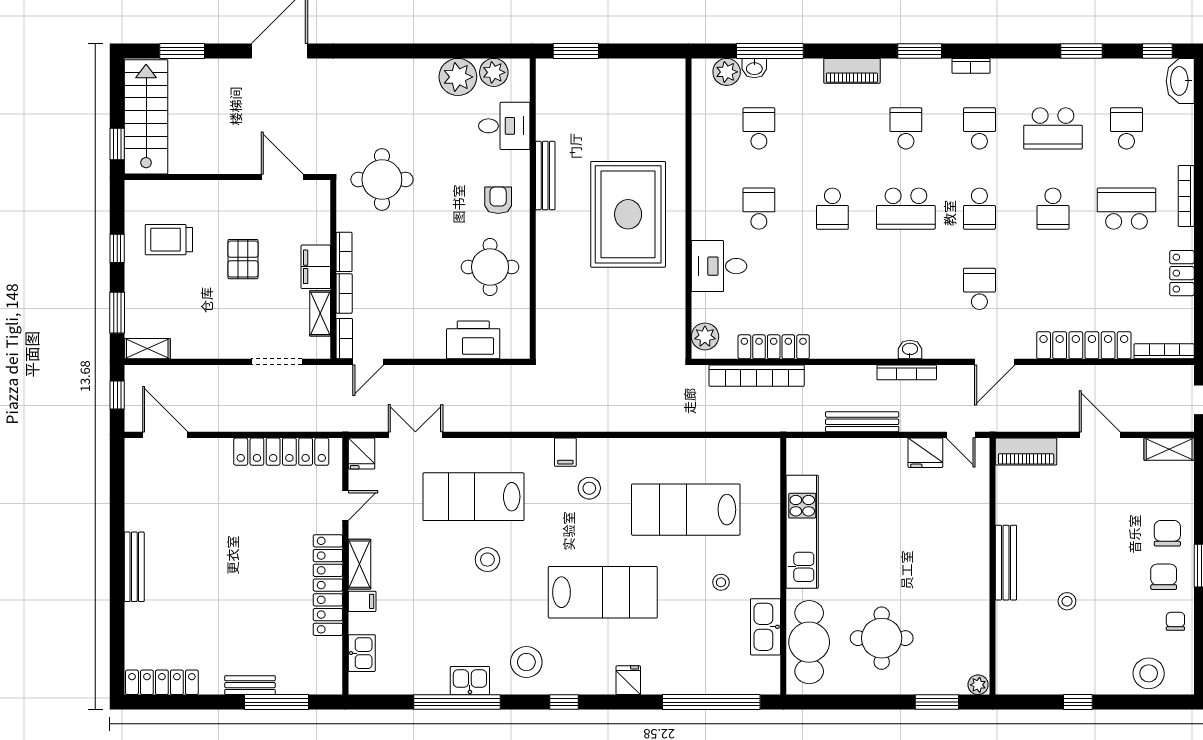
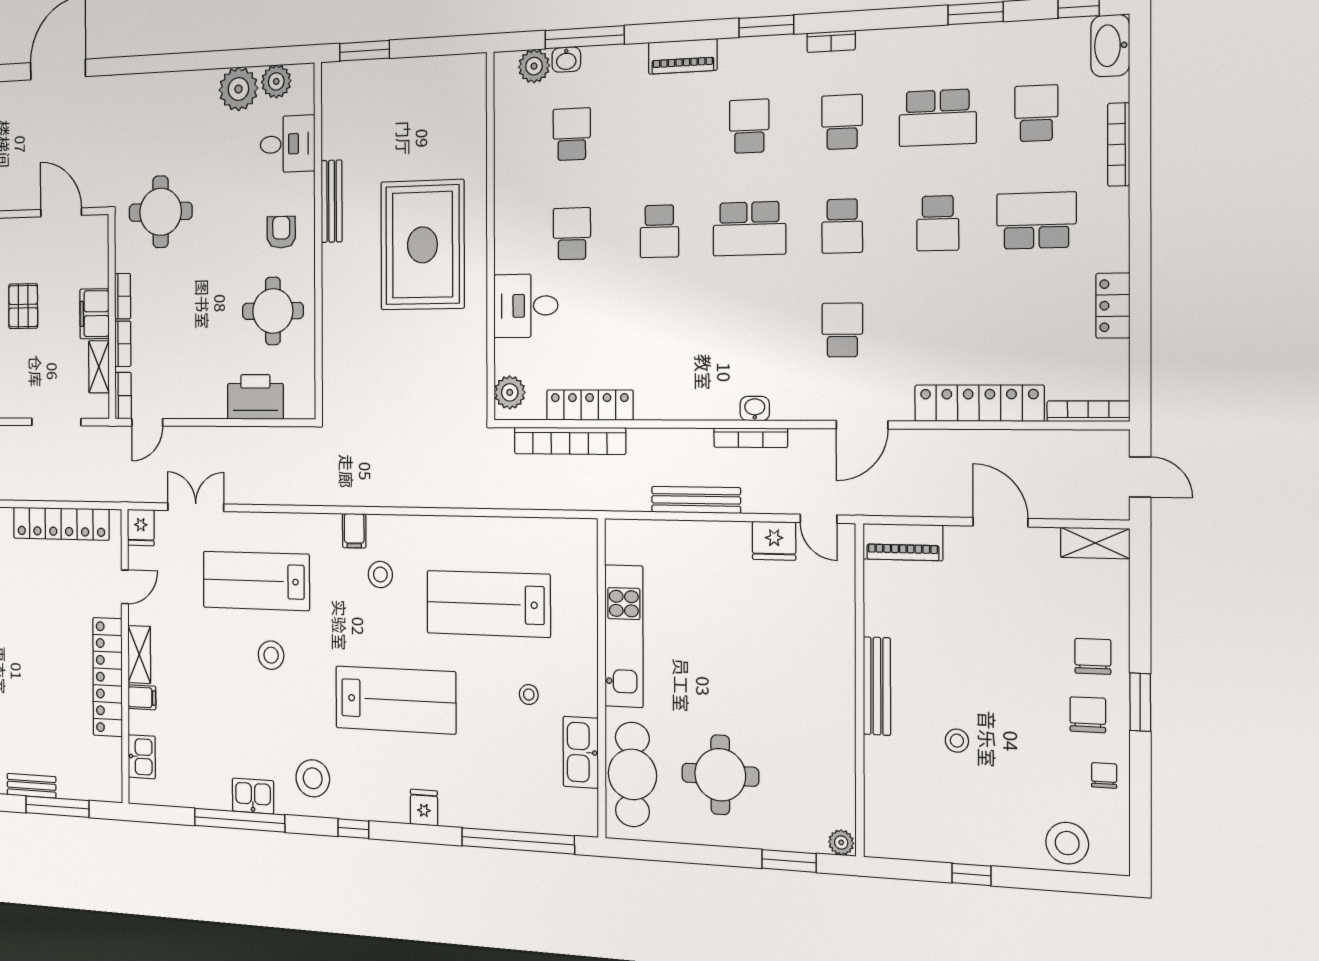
bookcase: (1186, 196) -> (1119, 144), moved

